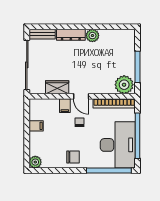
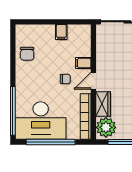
wardrobe: (57, 87) -> (103, 104), moved
chair: (73, 157) -> (27, 54), moved
plant: (35, 162) -> (22, 31), removed

